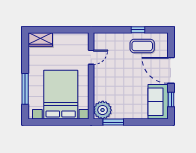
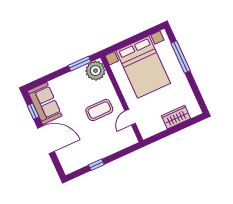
wardrobe: (41, 40) -> (176, 117), moved
coffee table: (142, 46) -> (99, 110), moved

